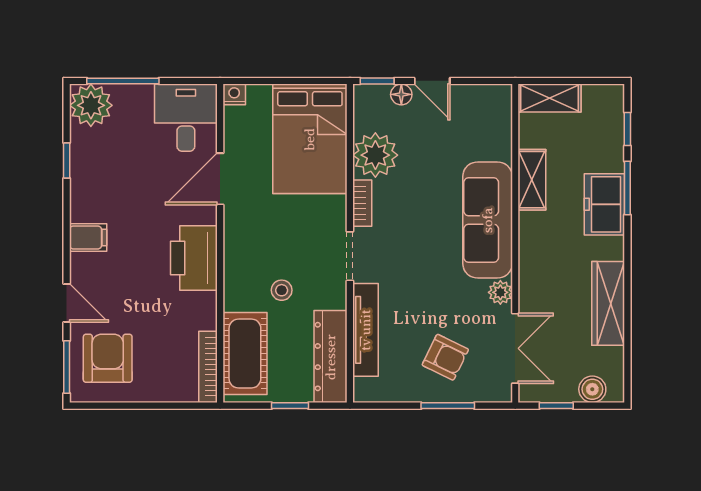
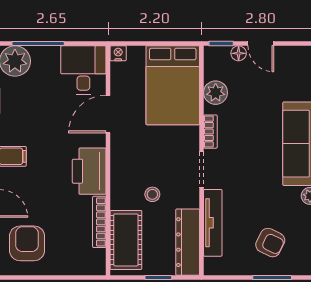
plant: (375, 155) -> (216, 93), width x0.73, depth x0.73
bookcase: (208, 367) -> (99, 222), moved

